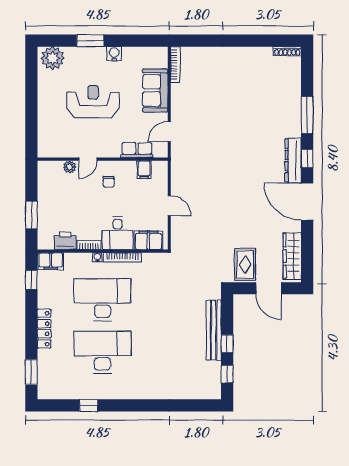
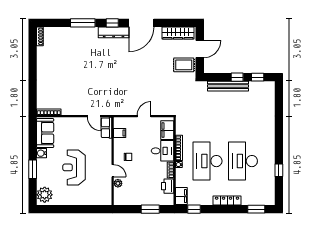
sofa: (155, 90) -> (45, 133), moved, turned -90
row of seats: (137, 150) -> (107, 128), moved

